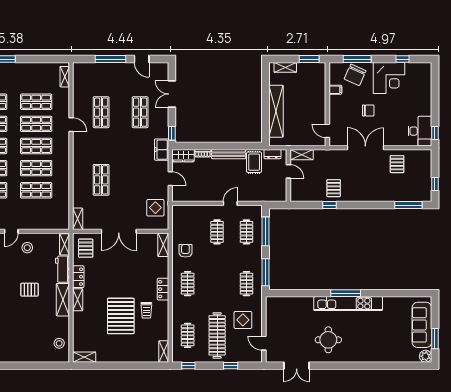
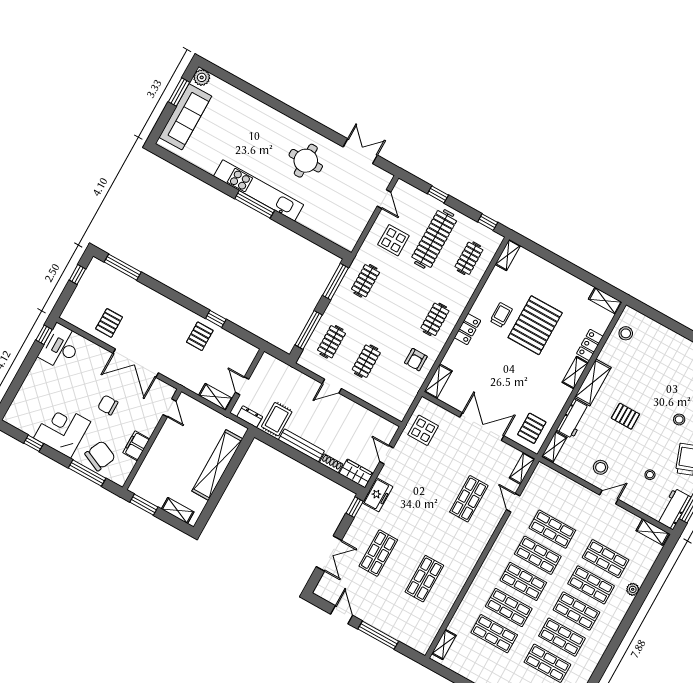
filing cabinet: (335, 90) -> (136, 446), width x2.00
door: (71, 125) -> (513, 503), moved
locker: (78, 277) -> (590, 345), moved

